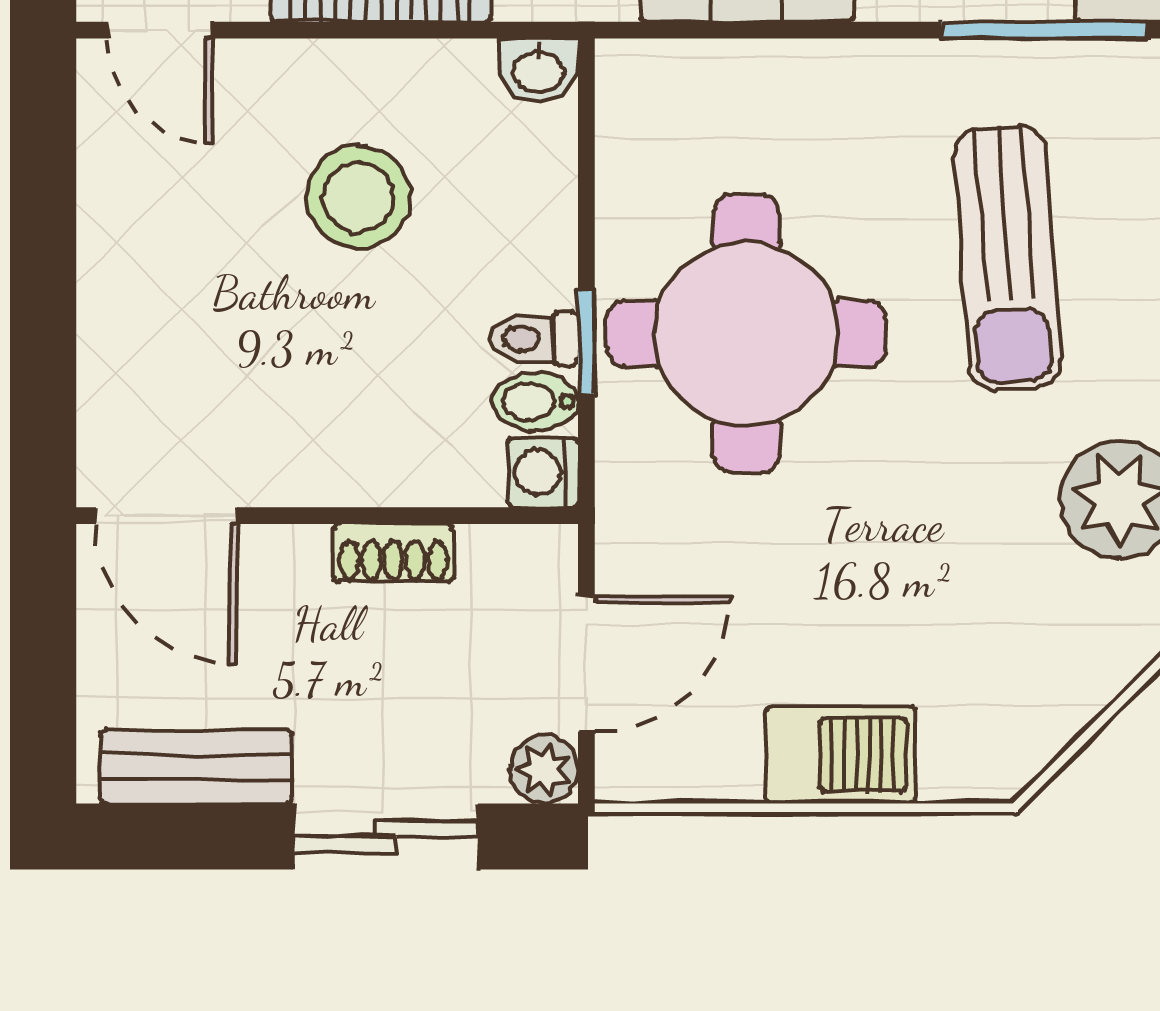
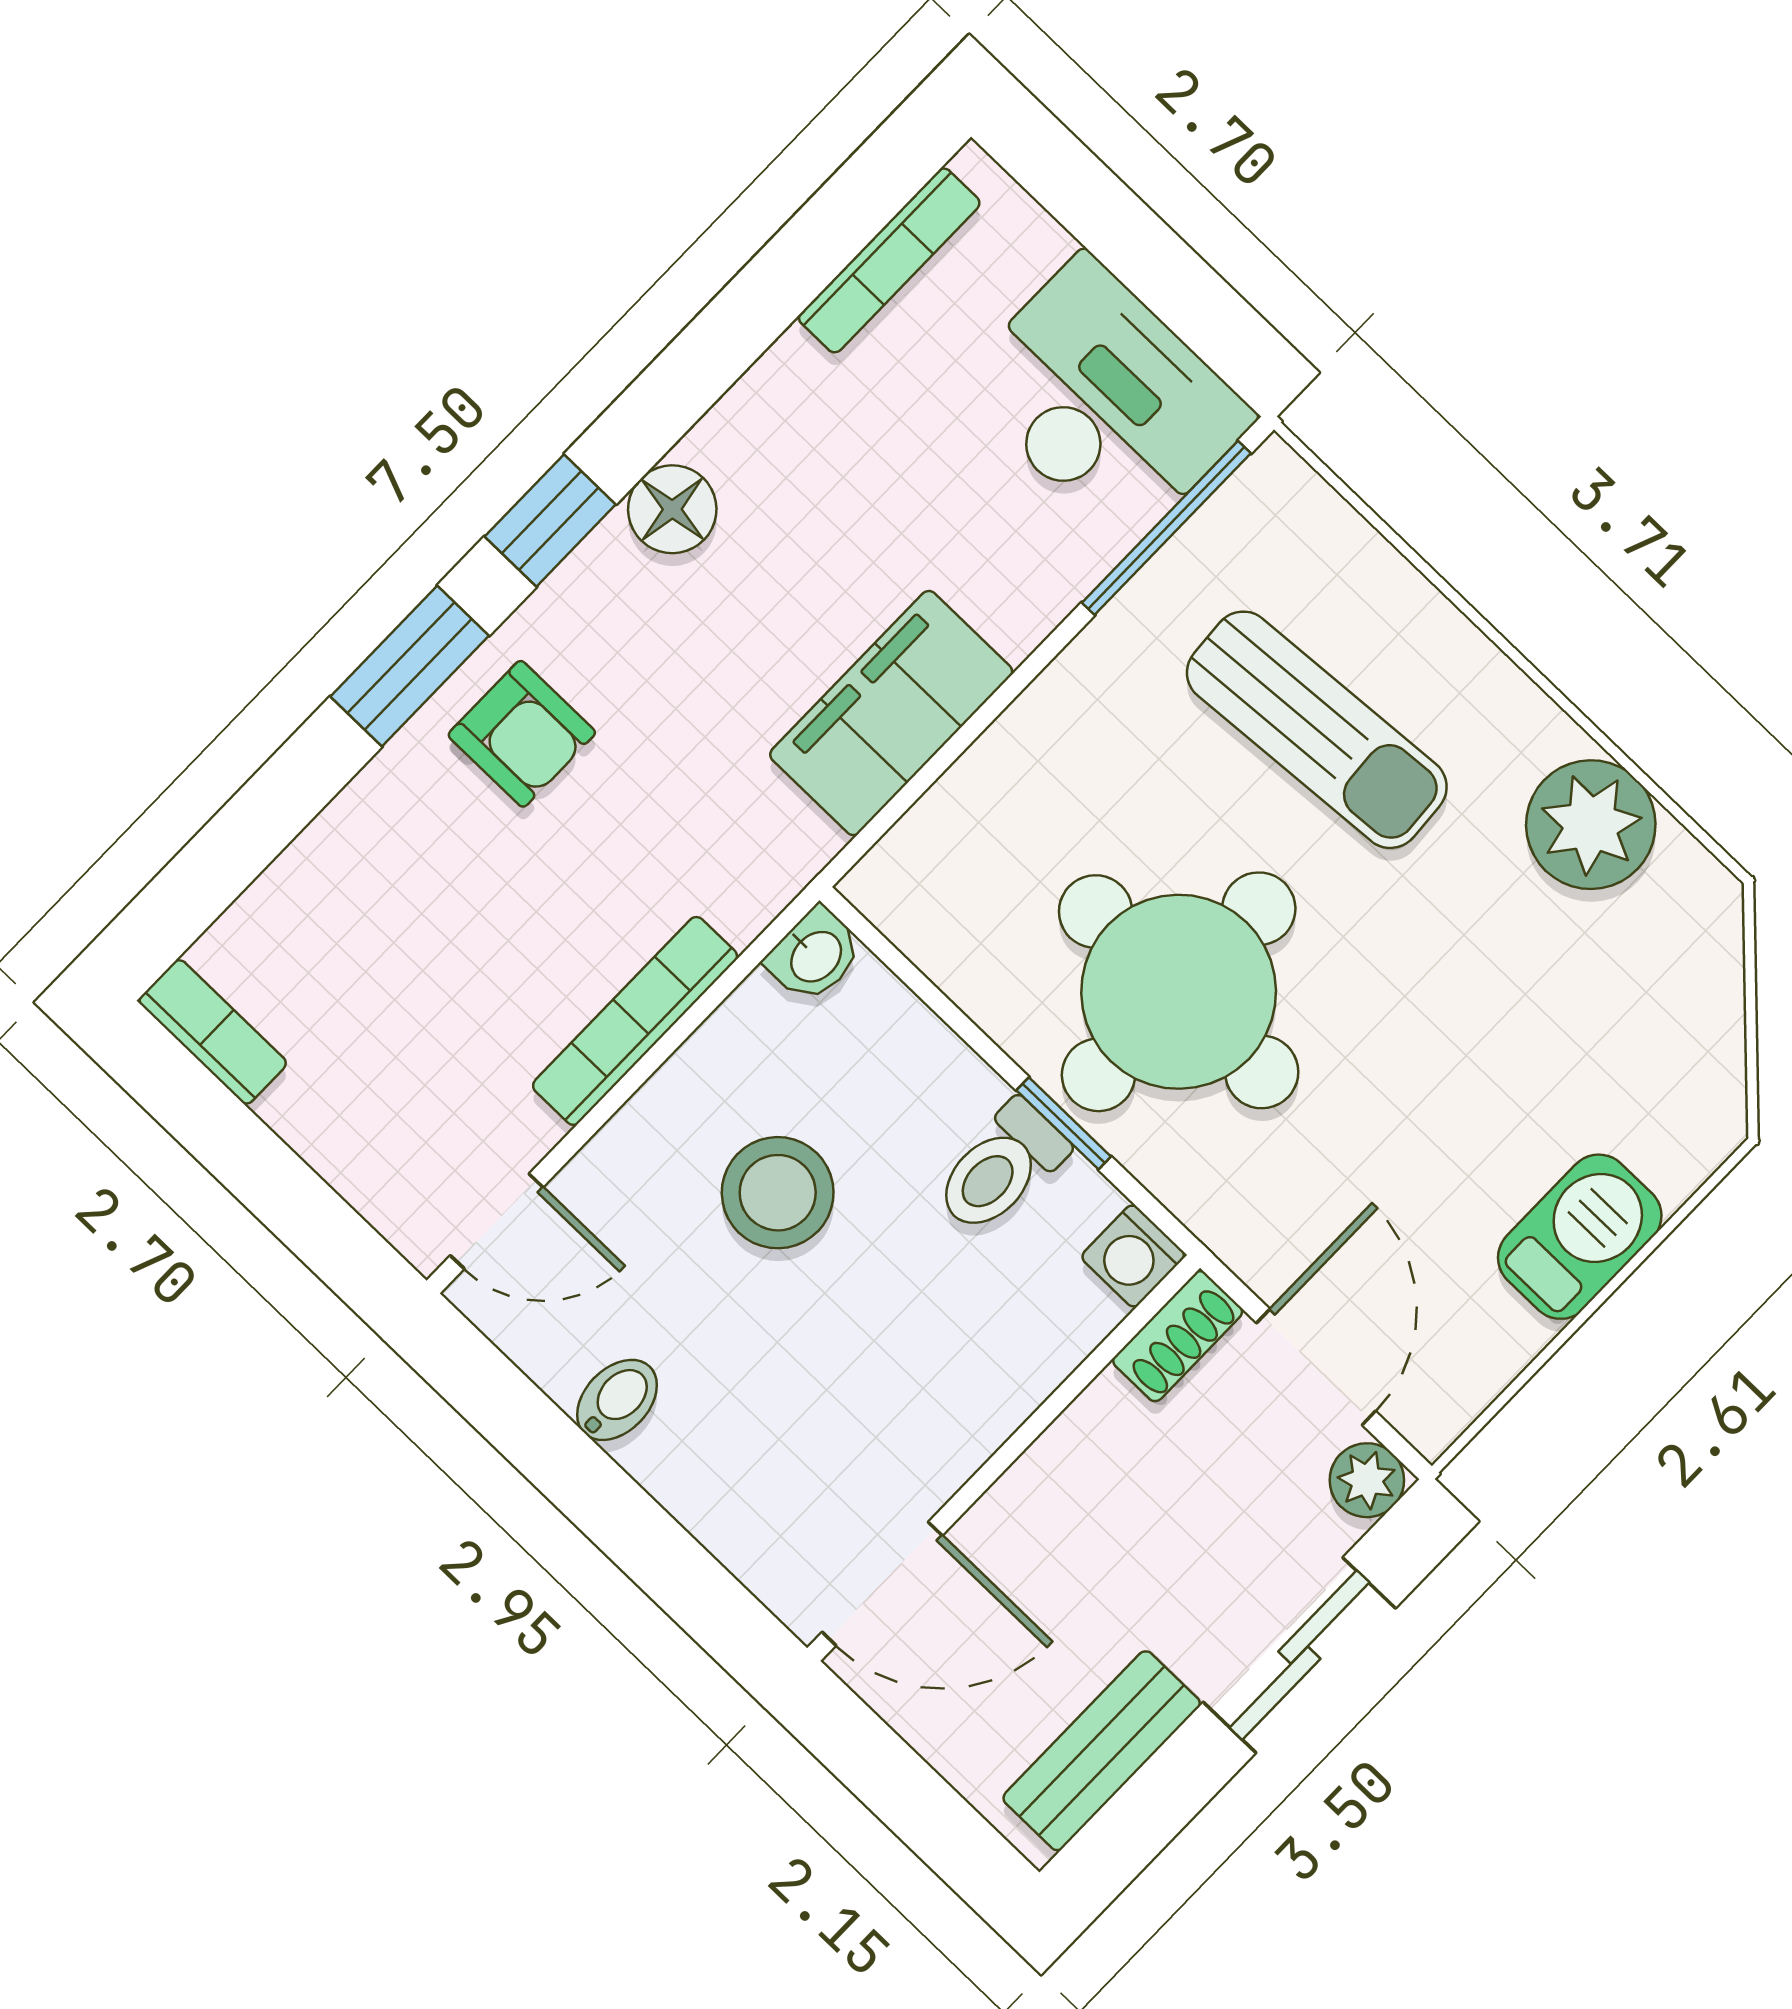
toilet: (534, 339) -> (1001, 1168), width x1.37, depth x1.39
bidet: (535, 401) -> (617, 1400), moved, turned 180
shoe rack: (393, 553) -> (1178, 1336), moved

